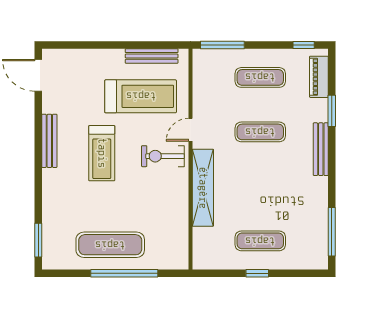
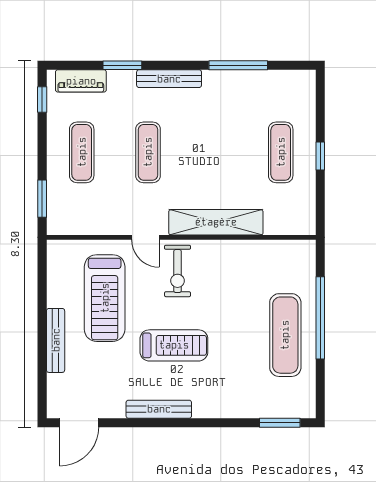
window: (222, 45) -> (42, 199), width x0.69
bench: (152, 56) -> (56, 340), moved
treadmill: (141, 96) -> (105, 298), turned 180
window: (332, 232) -> (238, 65), moved

